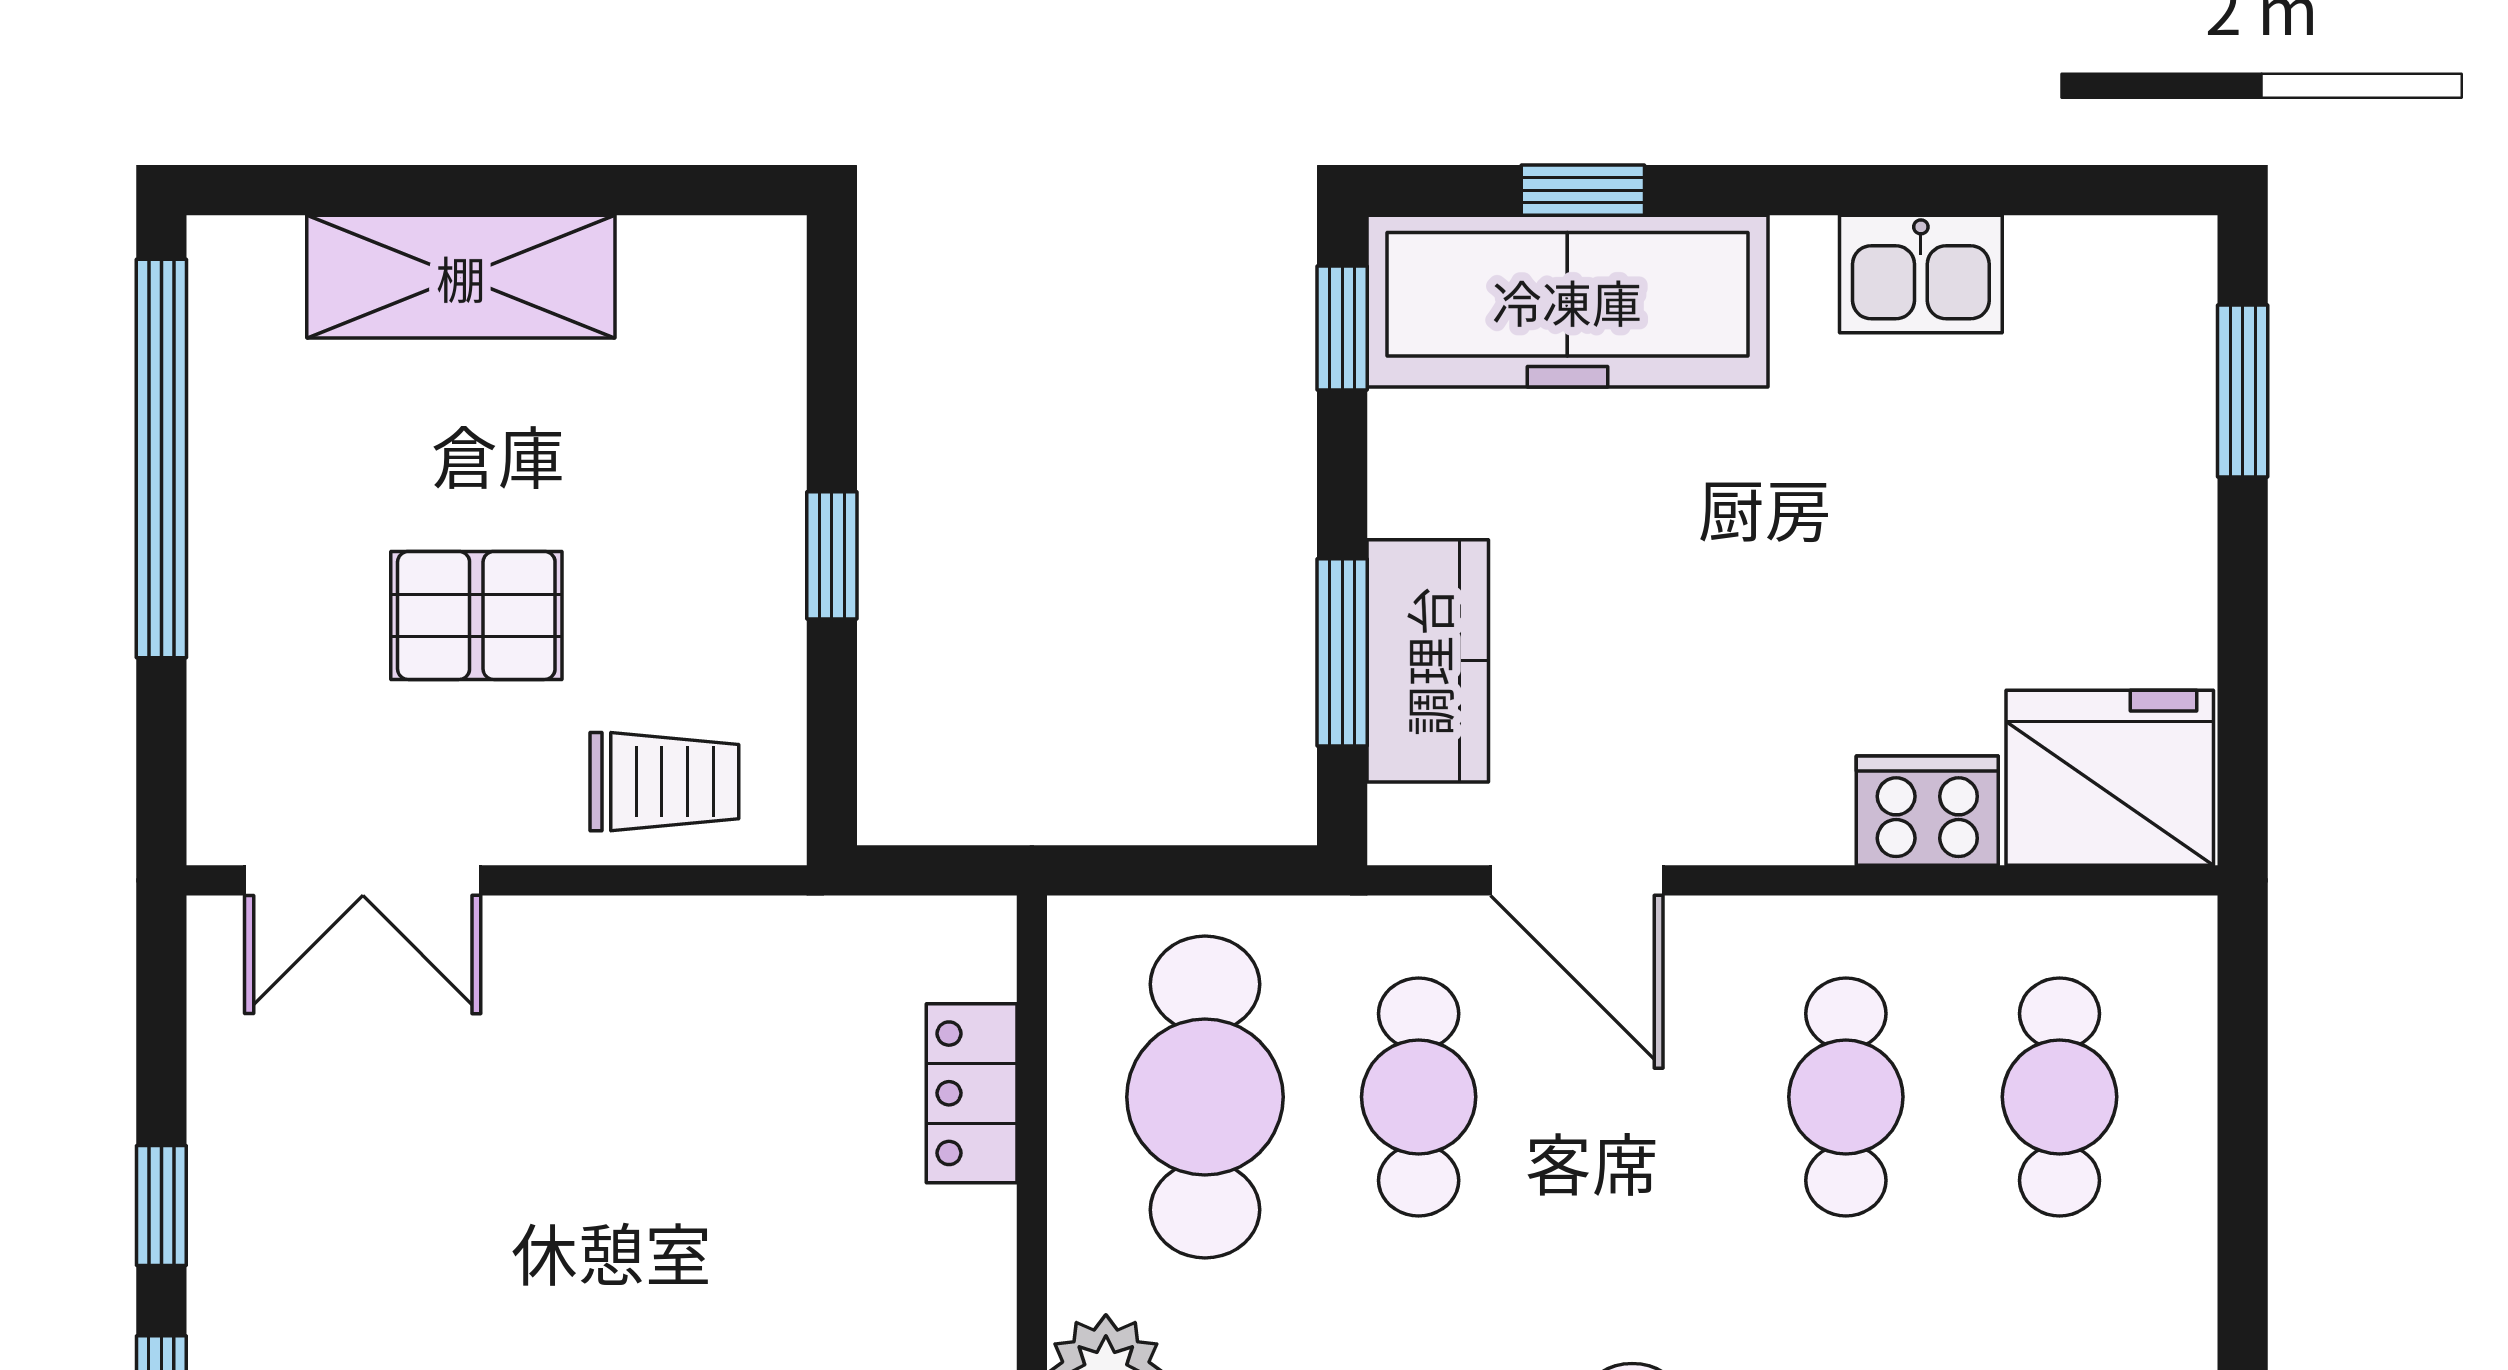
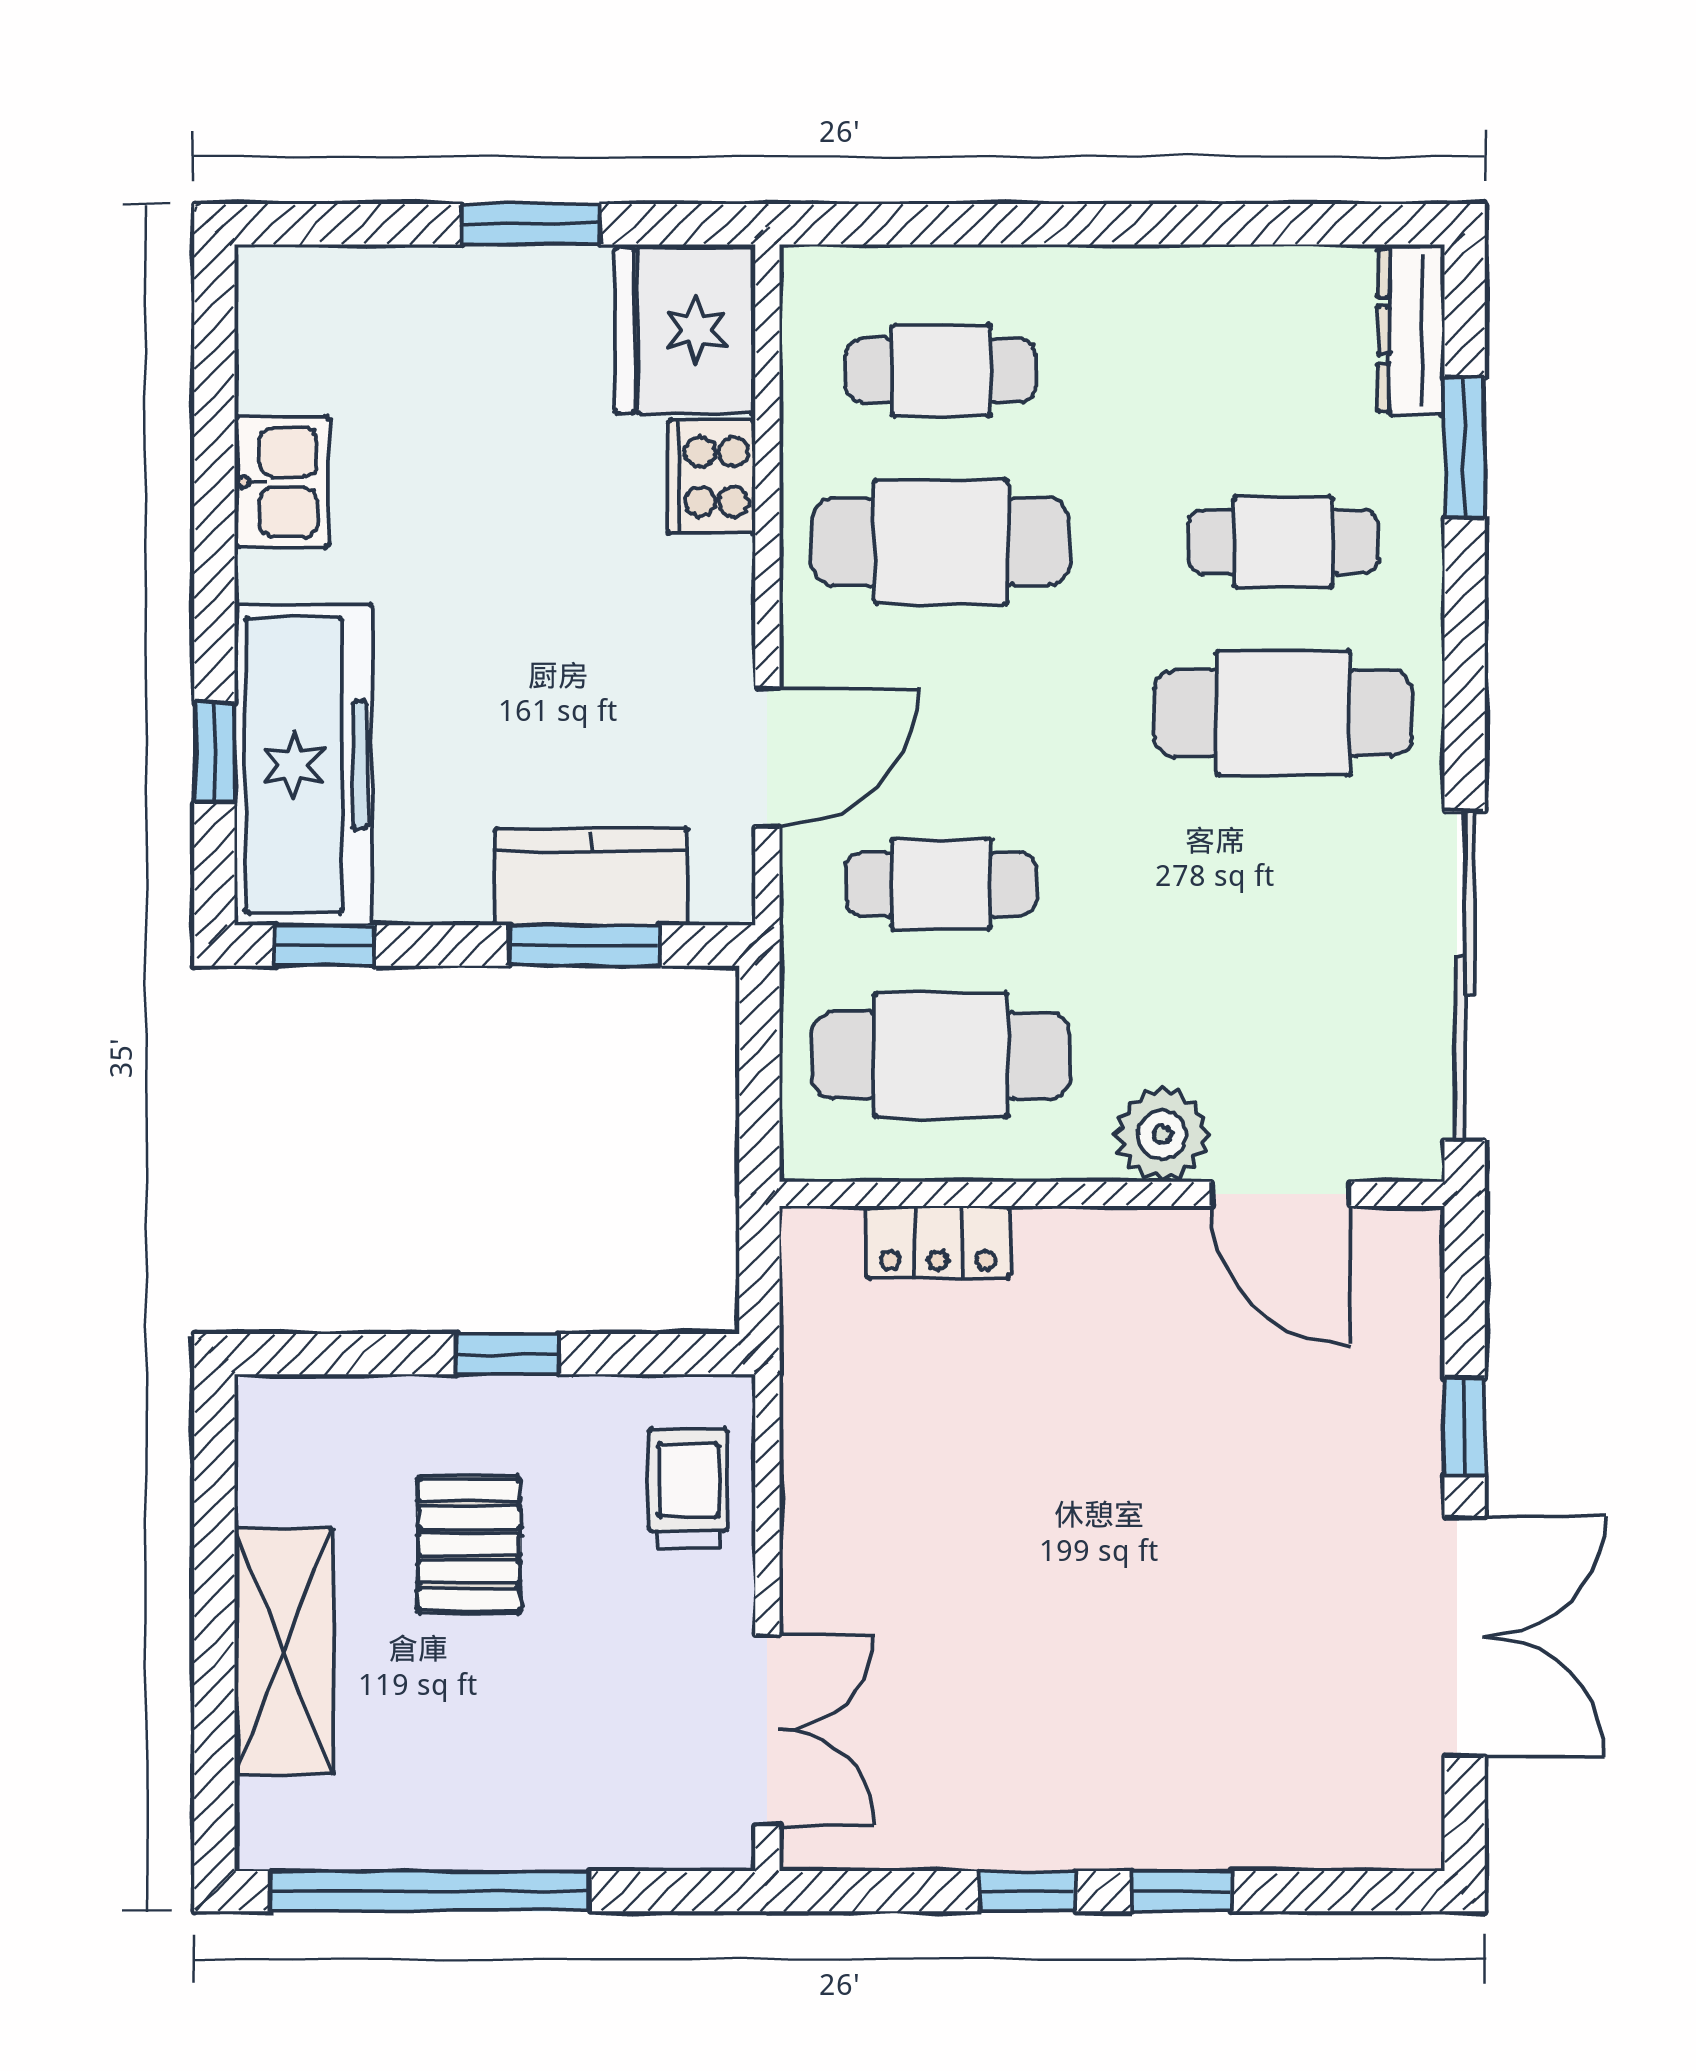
window: (2243, 391) -> (531, 224), moved
pallet: (476, 615) -> (469, 1545), moved
cafe table: (1846, 1097) -> (941, 542), width x1.37, depth x1.35

